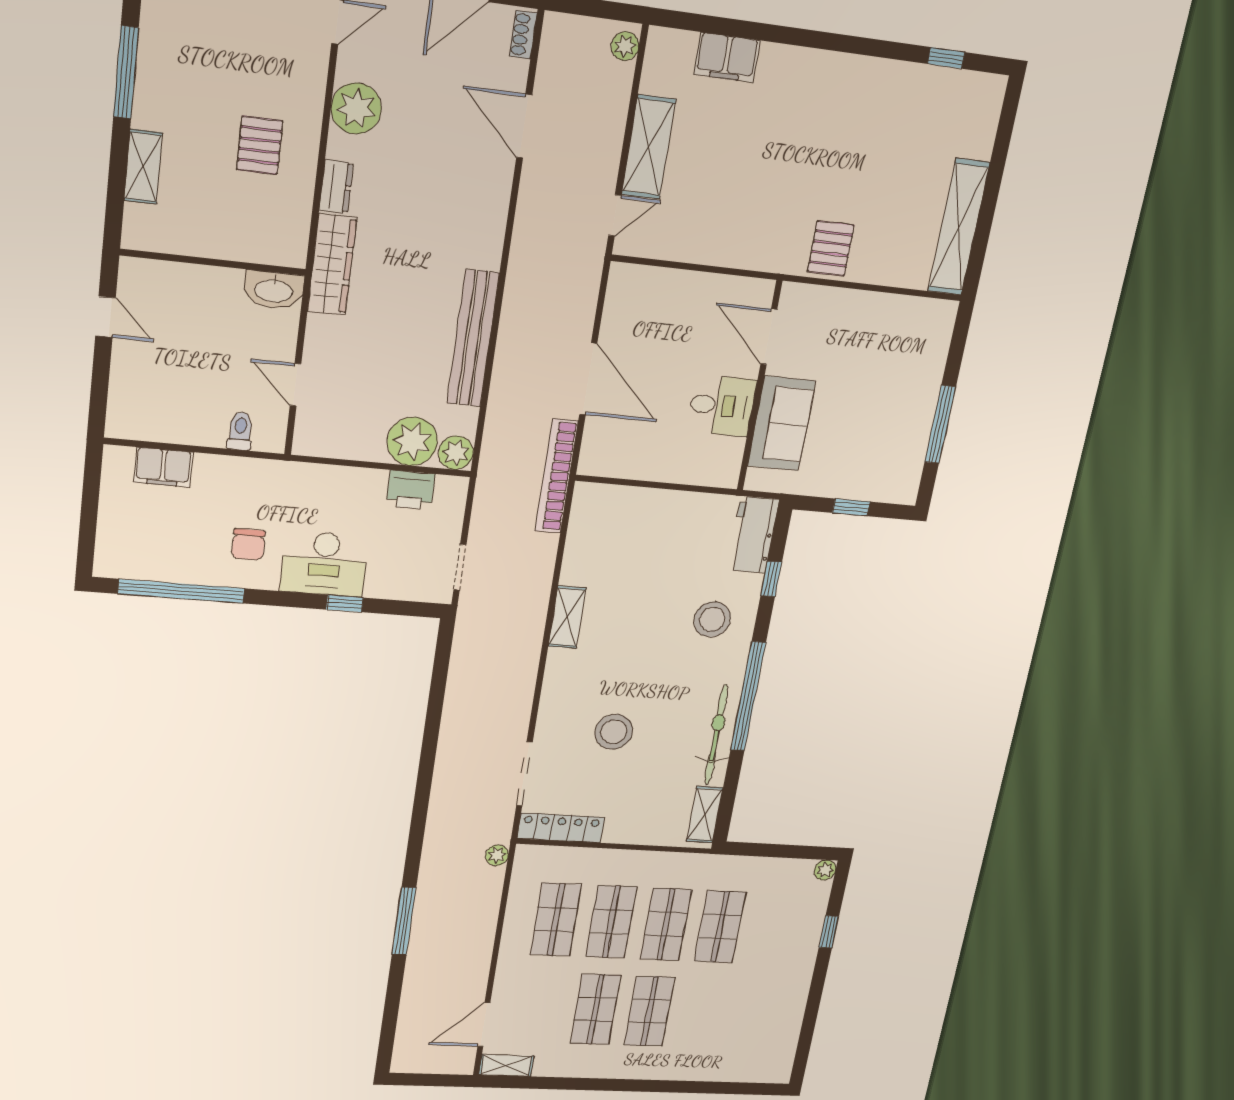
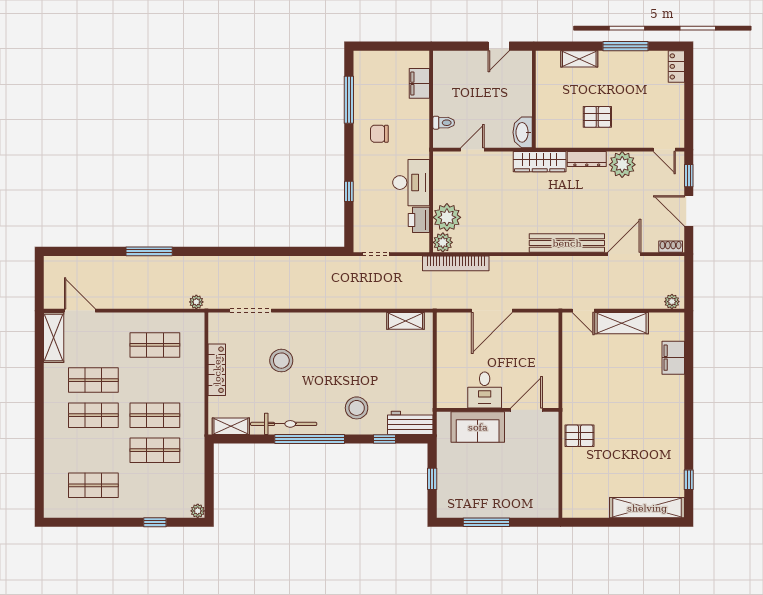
dresser: (336, 187) -> (587, 159), width x1.44
shelving: (959, 227) -> (647, 508), moved
bench: (473, 338) -> (567, 243), moved
bookcase: (556, 476) -> (456, 263), moved, turned 180
desk: (324, 564) -> (411, 183), moved, turned 180
window: (181, 591) -> (349, 100), width x0.68
shelving: (567, 617) -> (406, 321), moved
locker: (561, 828) -> (217, 370), moved
shop shelf: (611, 922) -> (93, 485), moved
shelving: (506, 1065) -> (54, 338), width x1.50, depth x1.33

